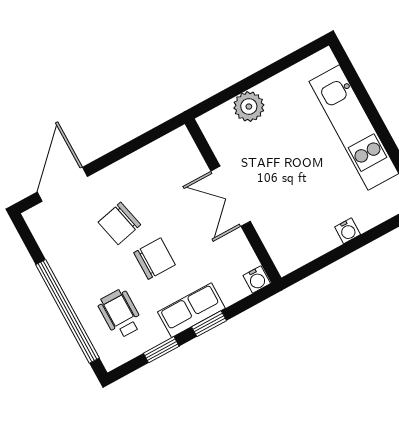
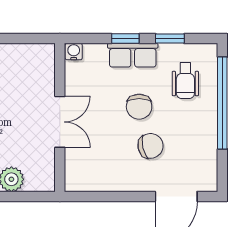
chair: (155, 259) -> (139, 107), turned -90

